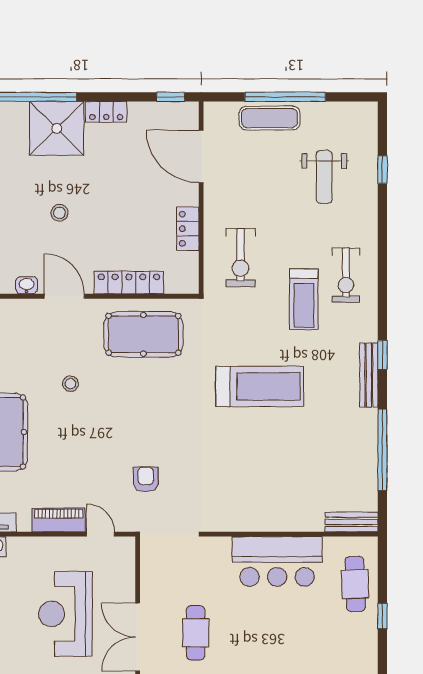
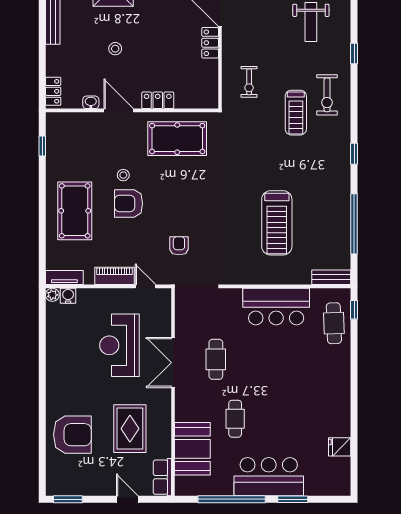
window: (382, 169) -> (354, 54), moved
locker: (188, 229) -> (210, 43), moved
exercise bike: (241, 258) -> (249, 82), width x0.73, depth x0.72
locker: (129, 283) -> (158, 100), width x0.66
bench: (369, 375) -> (344, 169), removed
treadmill: (260, 386) -> (277, 223), moved, turned 90
armchair: (78, 422) -> (129, 203), added
window: (382, 616) -> (354, 310), moved

